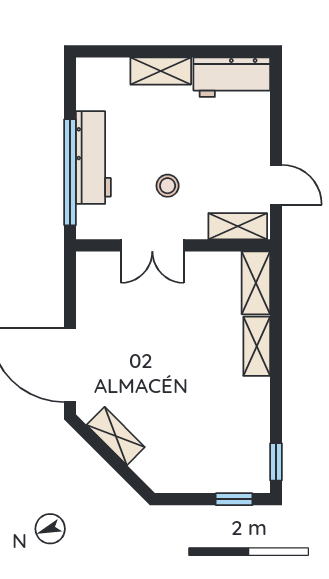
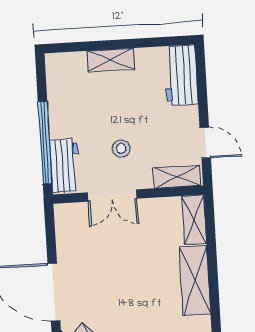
workbench: (232, 77) -> (181, 75), moved, turned 90
workbench: (93, 158) -> (65, 166), moved, width x0.73
shelving: (257, 346) -> (195, 281), width x1.50, depth x1.33

